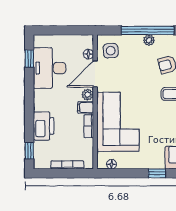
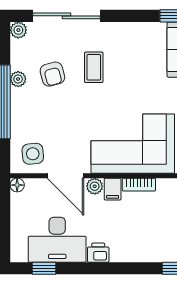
plant: (149, 40) -> (18, 79), moved
floor lamp: (88, 54) -> (17, 185), moved
printer: (44, 126) -> (98, 253), moved, width x0.53, depth x0.68

